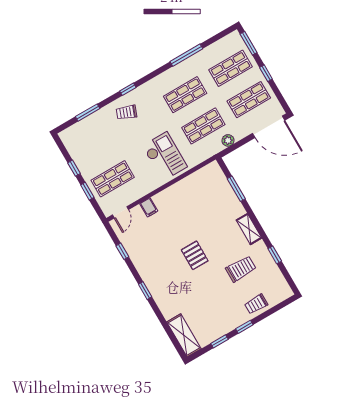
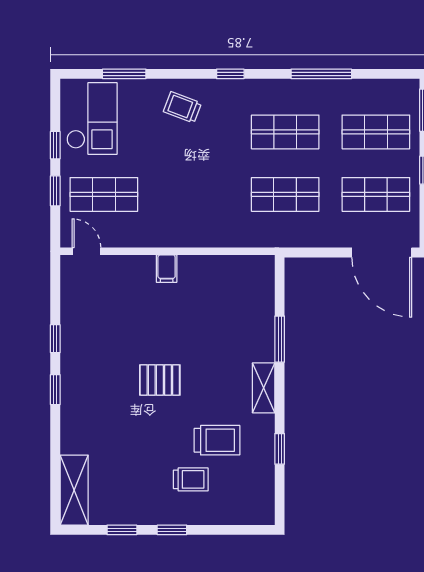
window: (128, 89) -> (230, 74), moved
plant: (228, 140) -> (309, 237), removed
checkout: (165, 156) -> (92, 119), moved
window: (236, 189) -> (280, 339), moved
filing cabinet: (149, 207) -> (167, 269), moved
door: (120, 212) -> (86, 251), swing flipped
window: (122, 251) -> (55, 339), moved
pallet: (195, 255) -> (160, 380), turned 90
trolley: (256, 304) -> (191, 479), moved, turned 180

